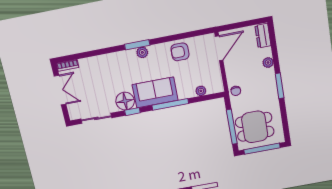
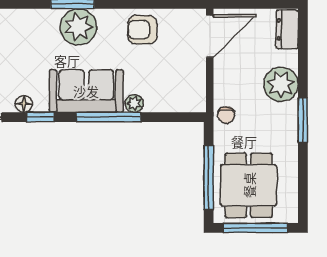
plant: (142, 52) -> (78, 27), width x1.87, depth x1.87
plant: (268, 62) -> (281, 84), width x1.88, depth x1.88
plant: (201, 91) -> (134, 103), moved
floor lamp: (125, 101) -> (24, 104), width x0.53, depth x0.53
dining table: (255, 127) -> (249, 185), turned 90

